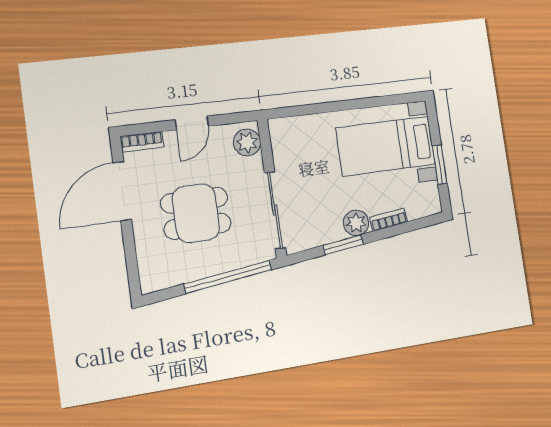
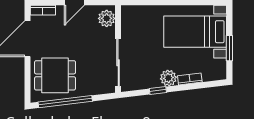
dining table: (196, 213) -> (55, 75), moved
window: (343, 245) -> (158, 90), width x0.67
window: (228, 277) -> (65, 102), moved

